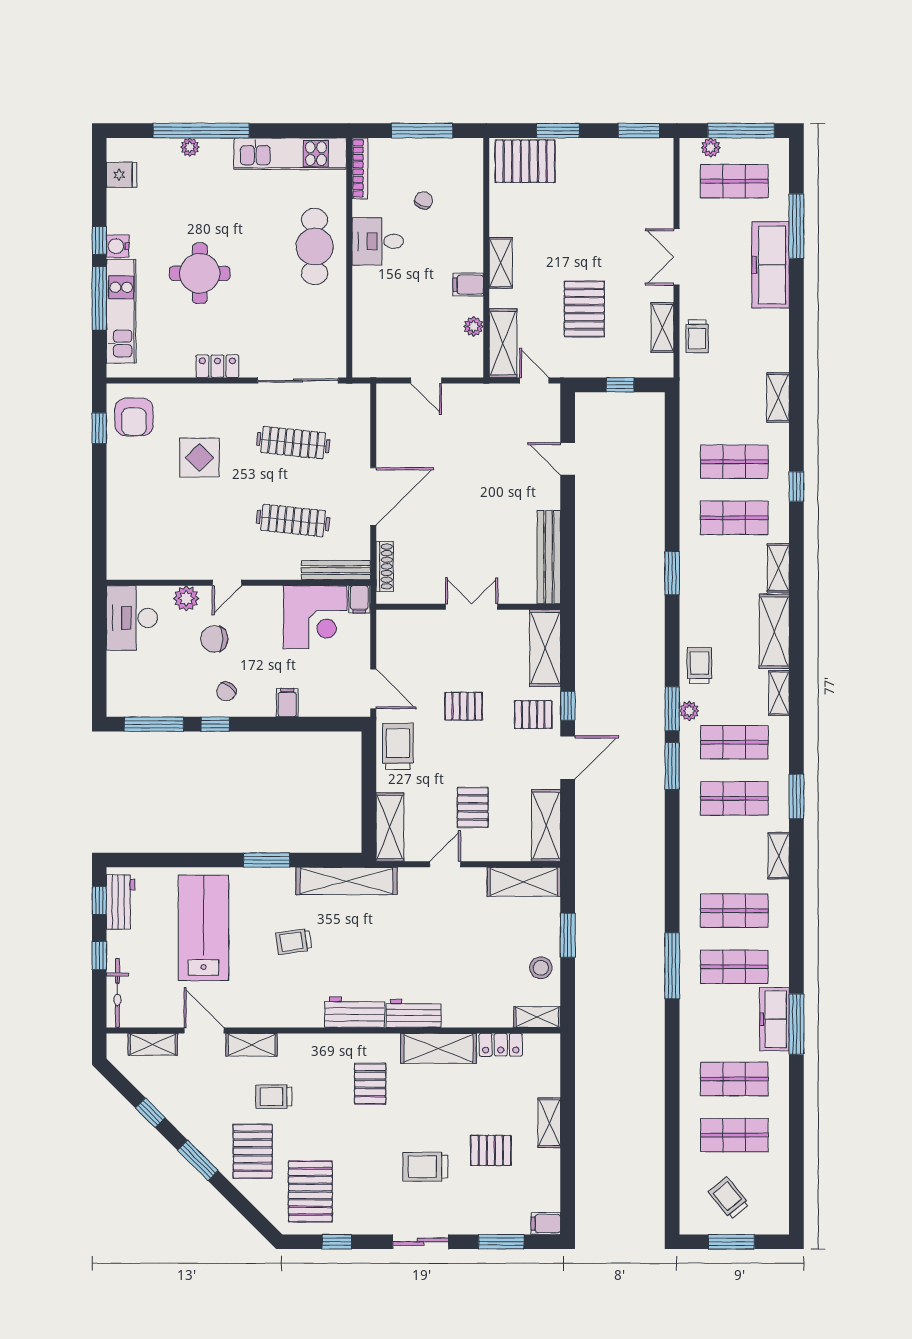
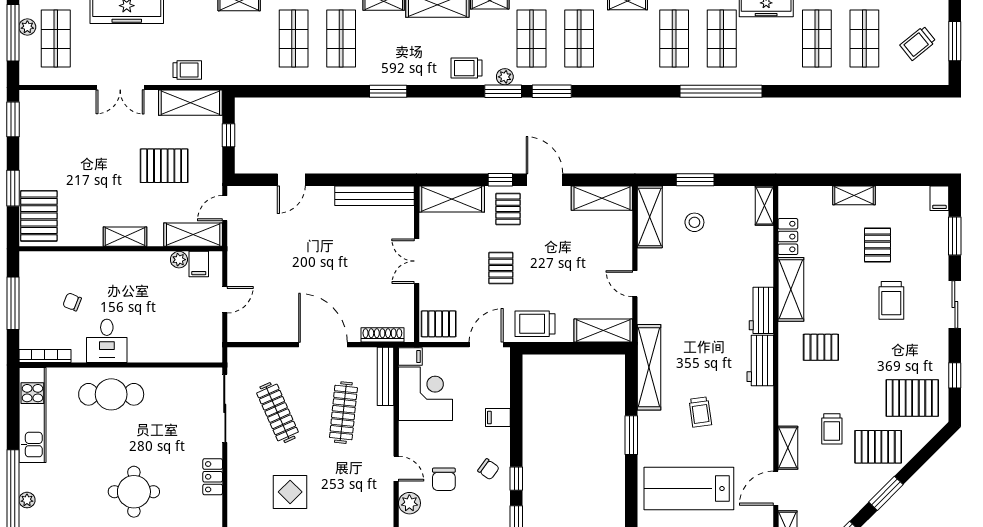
plant: (711, 148) -> (27, 27), moved
filing cabinet: (468, 285) -> (199, 264), moved
shelving: (662, 327) -> (190, 103), width x1.50, depth x1.33
clothes rail: (293, 443) -> (277, 413), turned -30
pallet: (473, 807) -> (439, 324), moved
window: (672, 966) -> (721, 91), width x1.46
stool: (541, 968) -> (694, 222), moved

